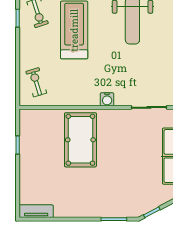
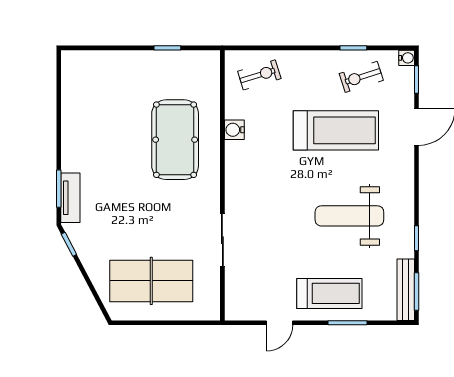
water cooler: (107, 99) -> (234, 130), moved
pool table: (80, 140) -> (175, 140), turned 90
tv unit: (36, 211) -> (70, 198), moved

